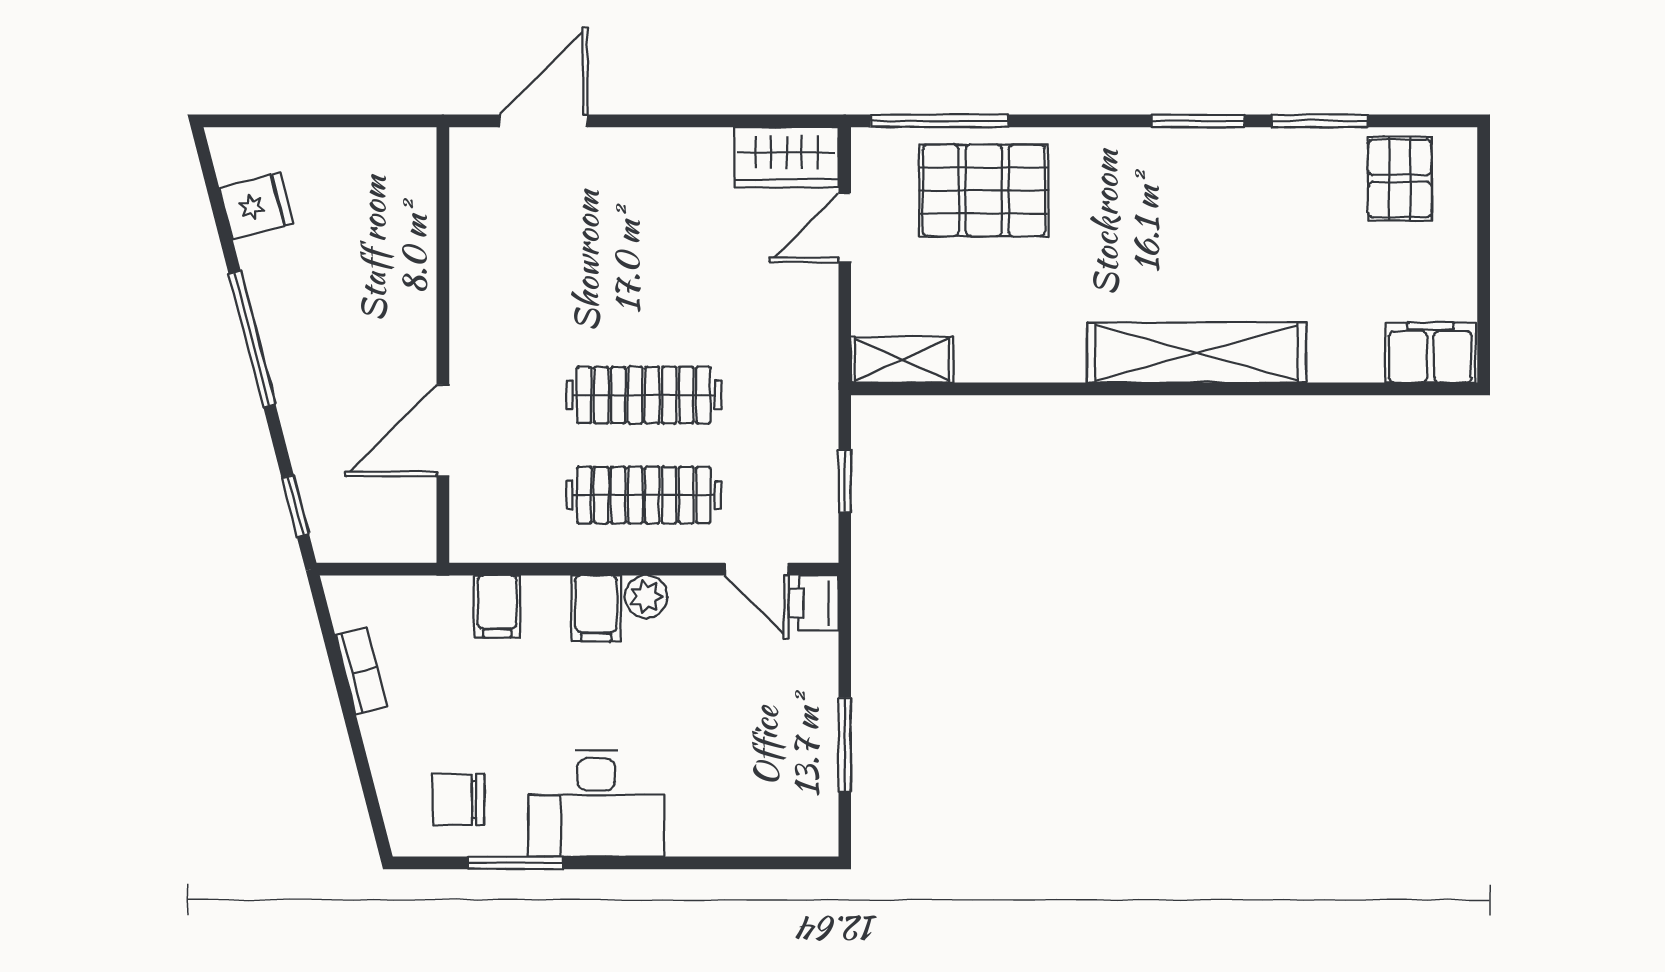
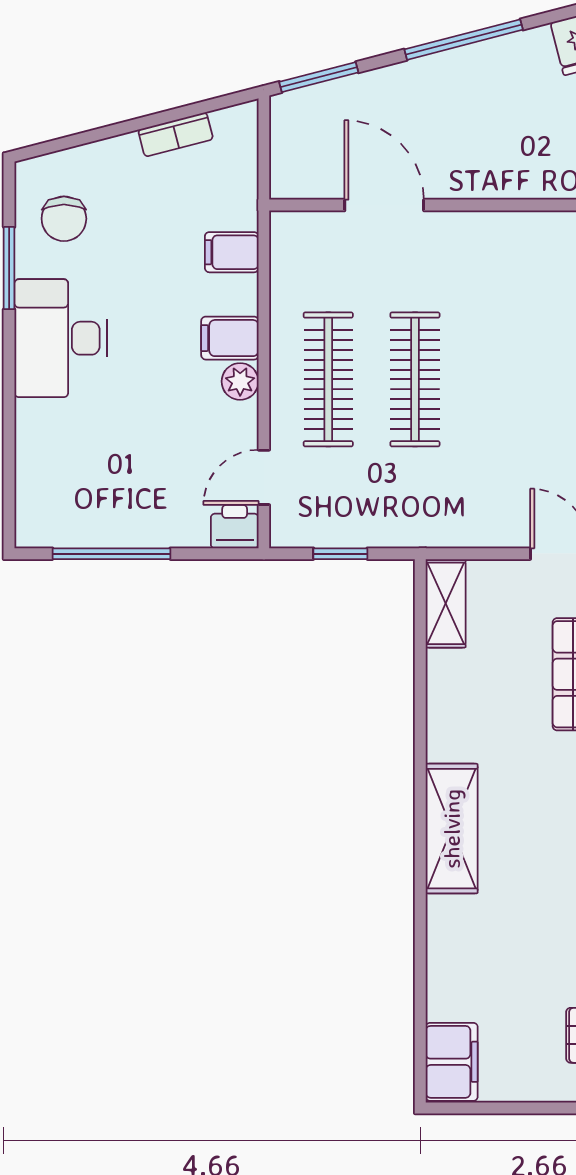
shelving: (1197, 353) -> (452, 829), width x0.68
window: (295, 506) -> (319, 77), width x1.50
window: (845, 745) -> (111, 554), width x1.44
chair: (459, 800) -> (64, 219), turned 180

